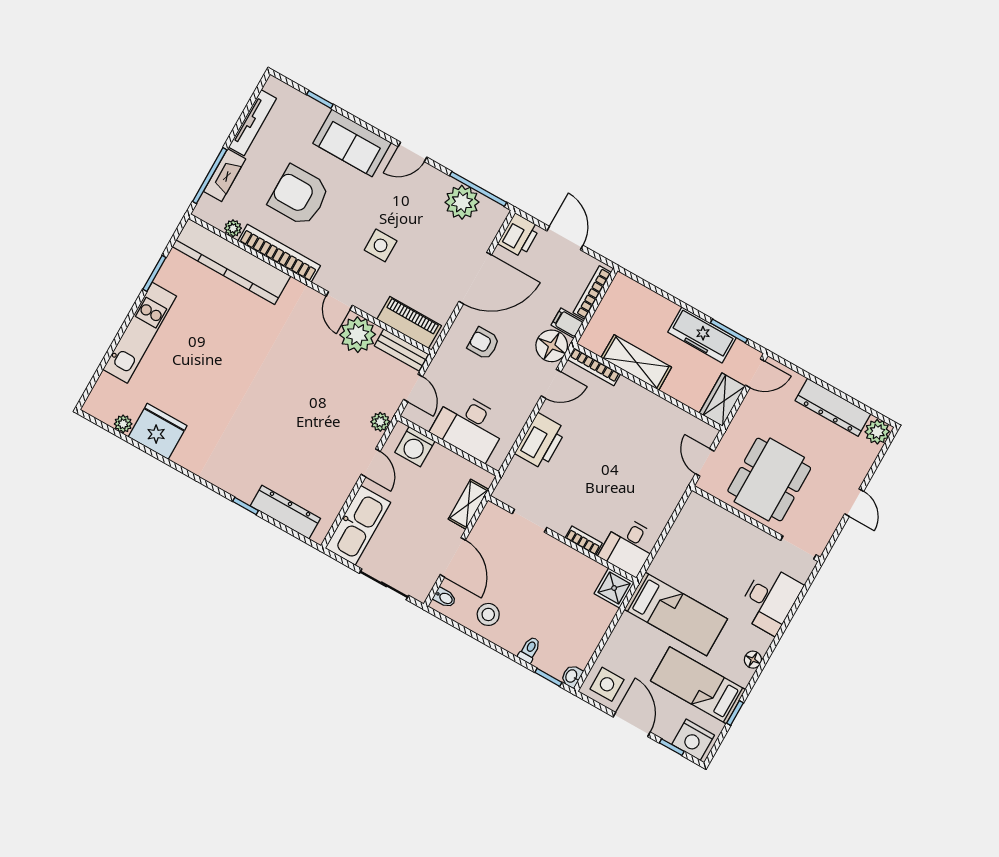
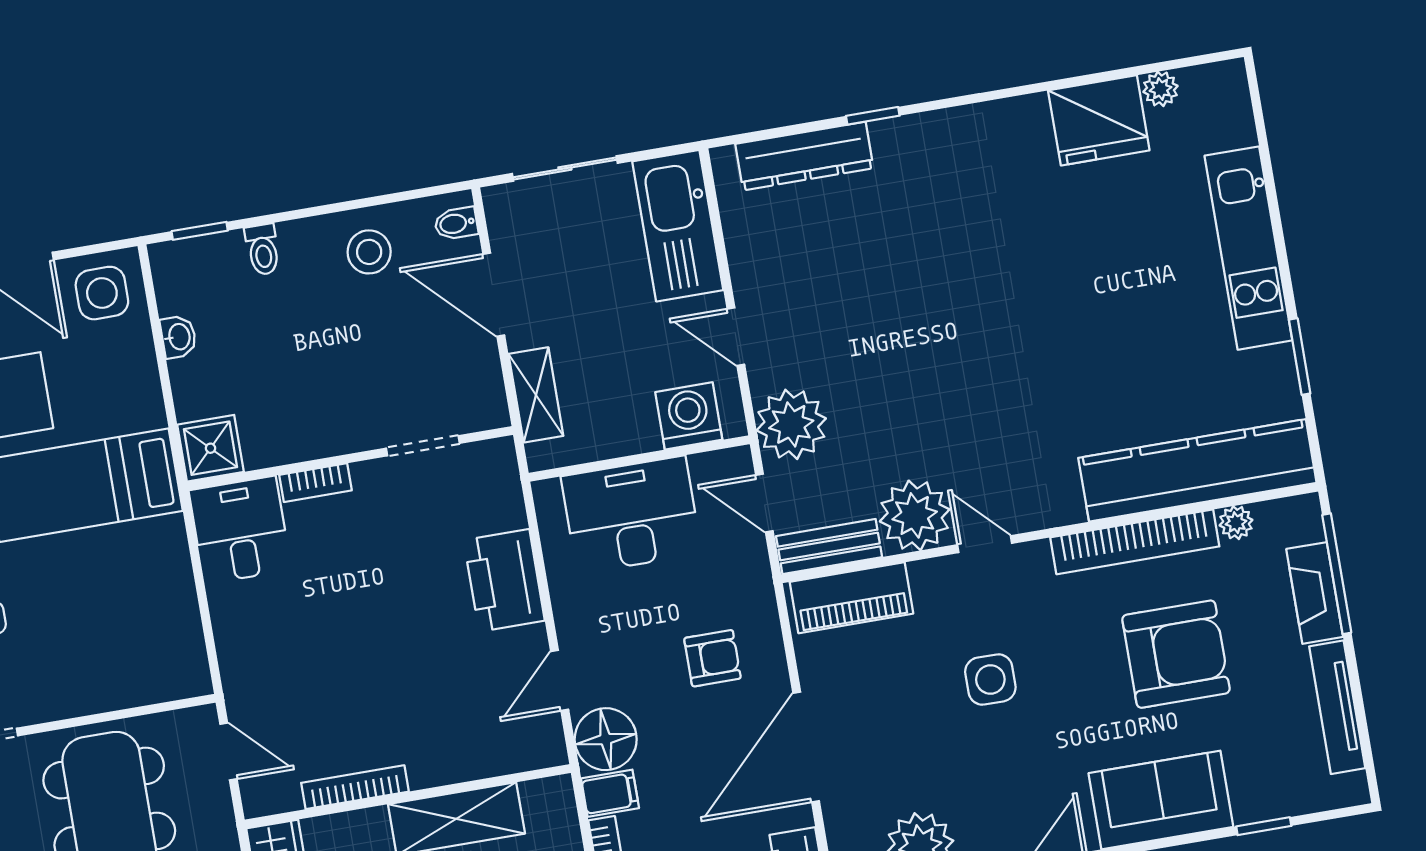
bookcase: (594, 367) -> (355, 787), moved
plant: (380, 422) -> (791, 424), width x1.88, depth x1.88
washbasin: (572, 676) -> (178, 337), moved

